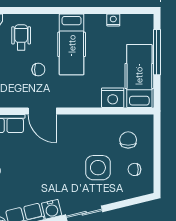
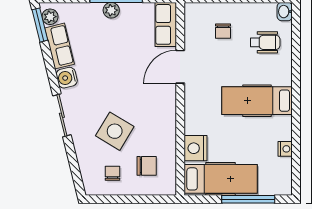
chair: (38, 70) -> (223, 31), moved
side table: (98, 168) -> (115, 131), turned 31

